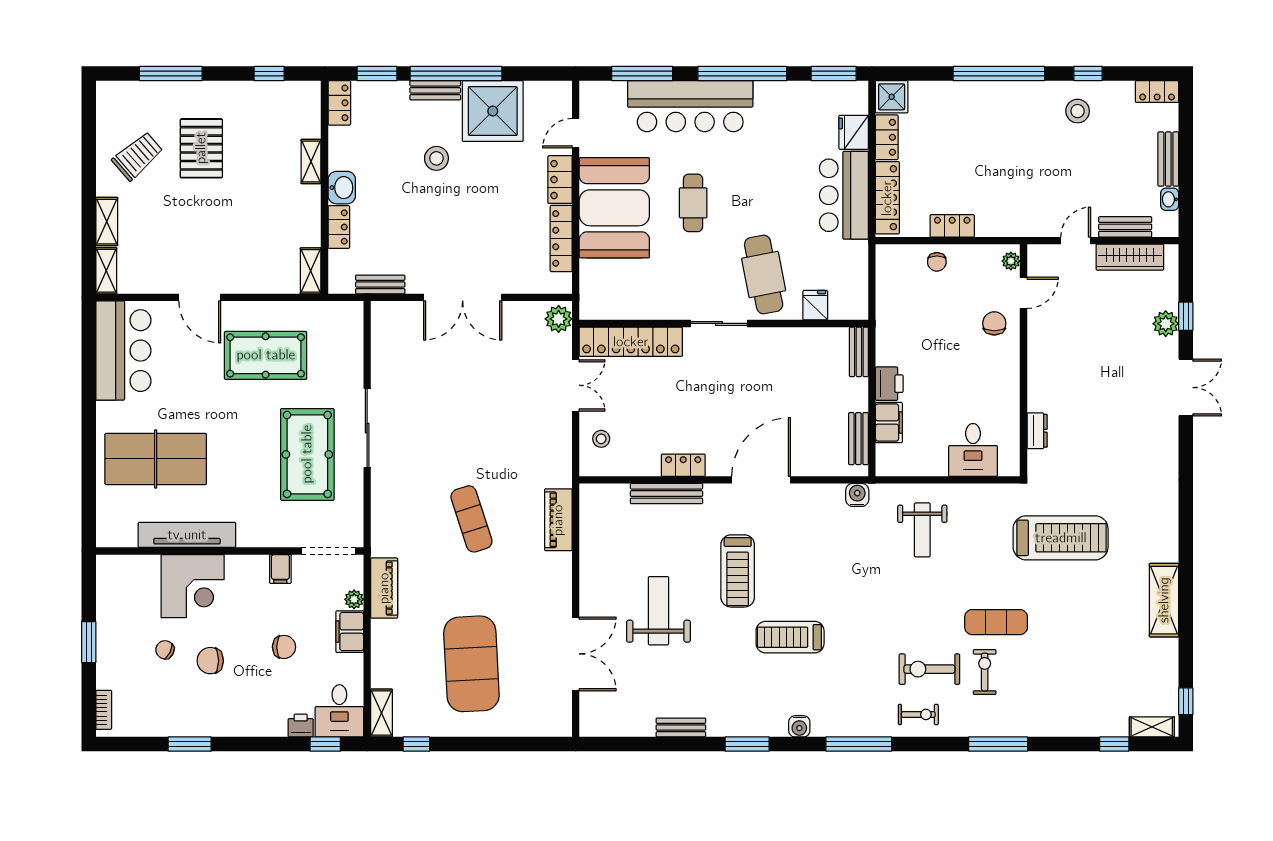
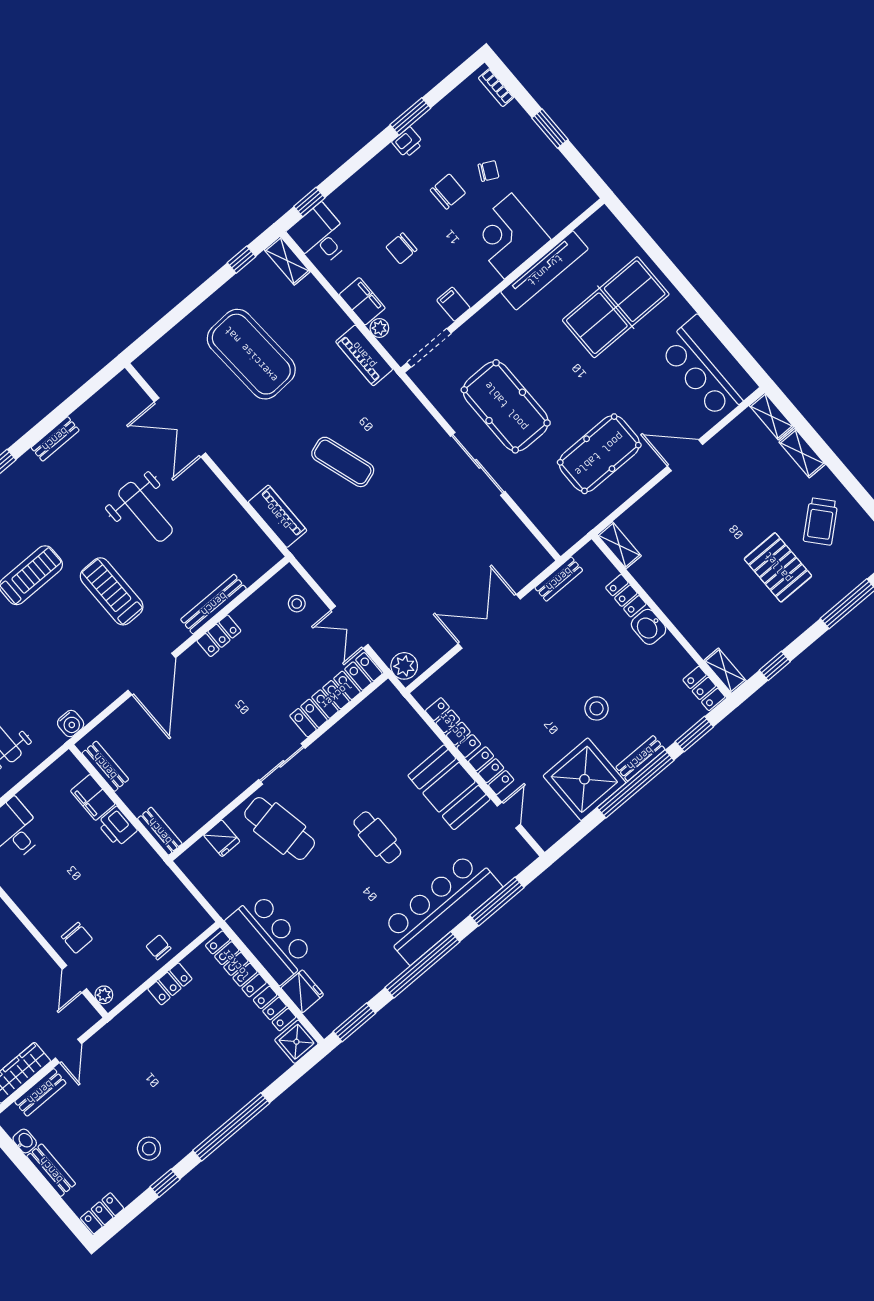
shelving: (311, 161) -> (725, 671), moved
booth: (614, 208) -> (449, 787), width x0.73, depth x0.70
printer: (301, 726) -> (408, 142), moved

